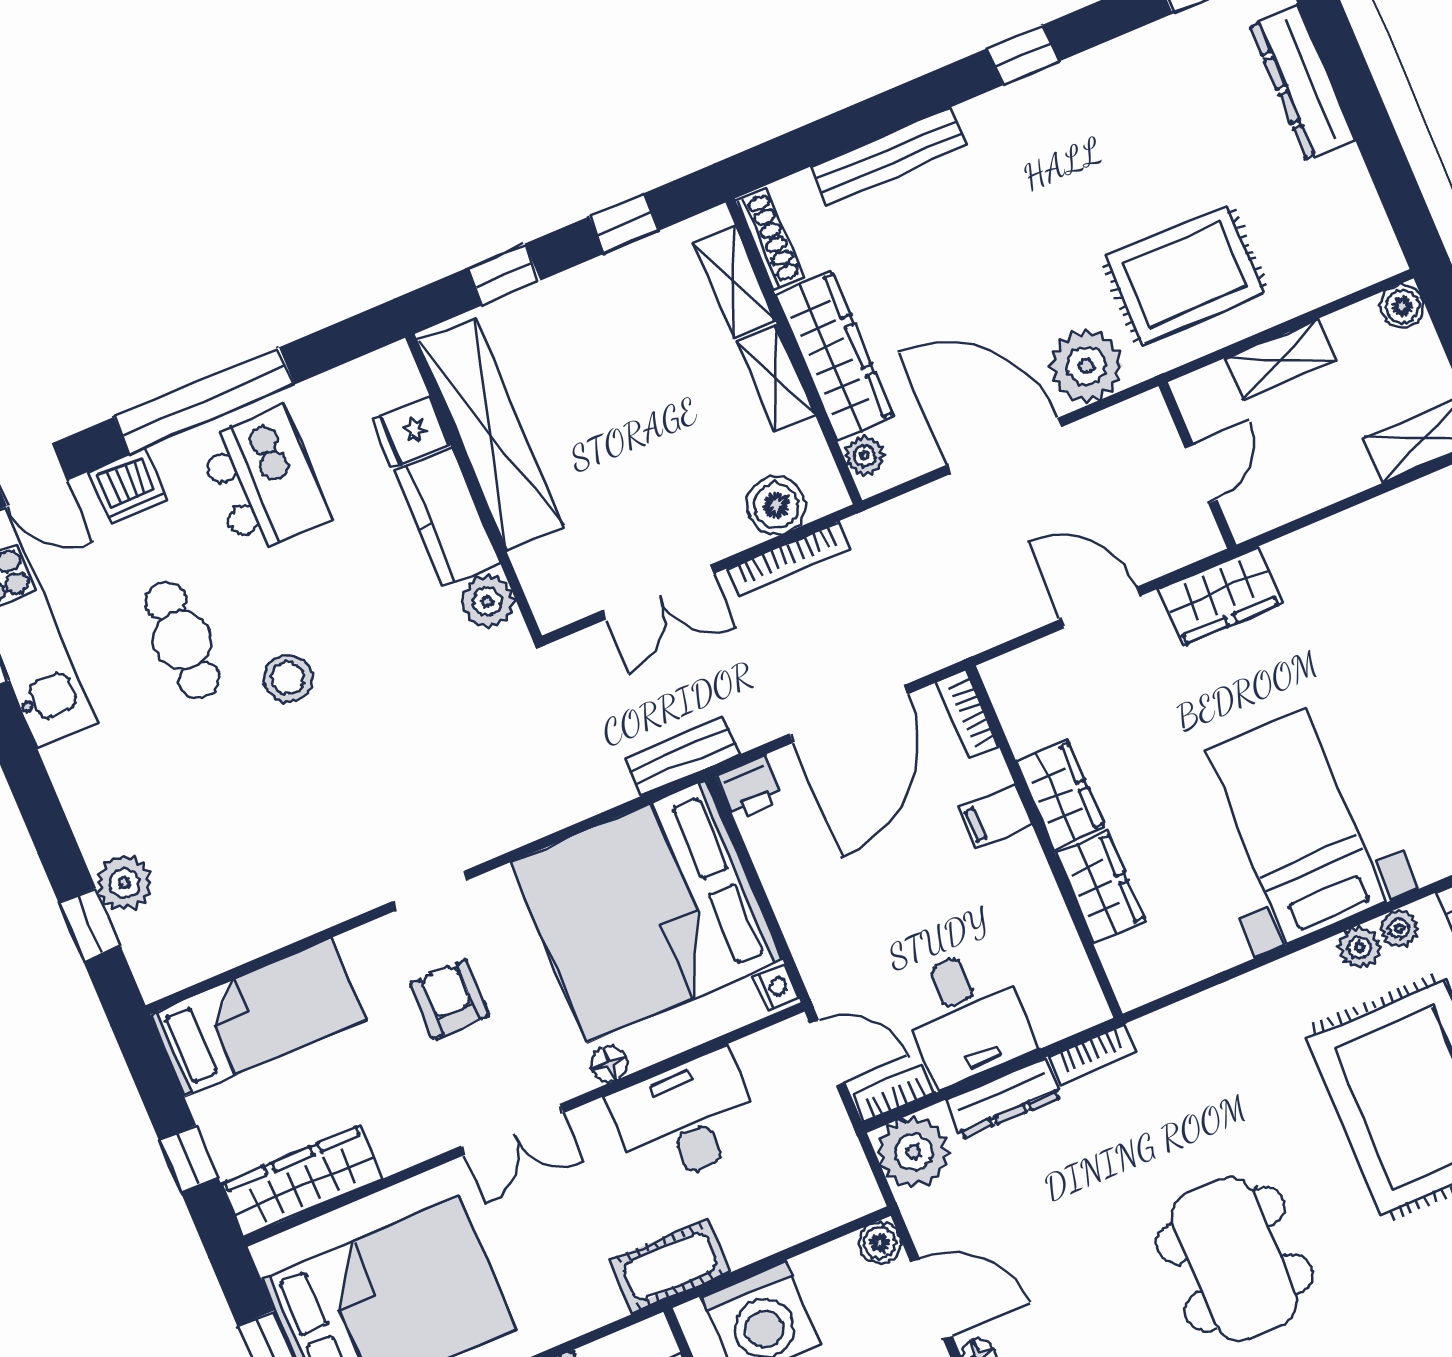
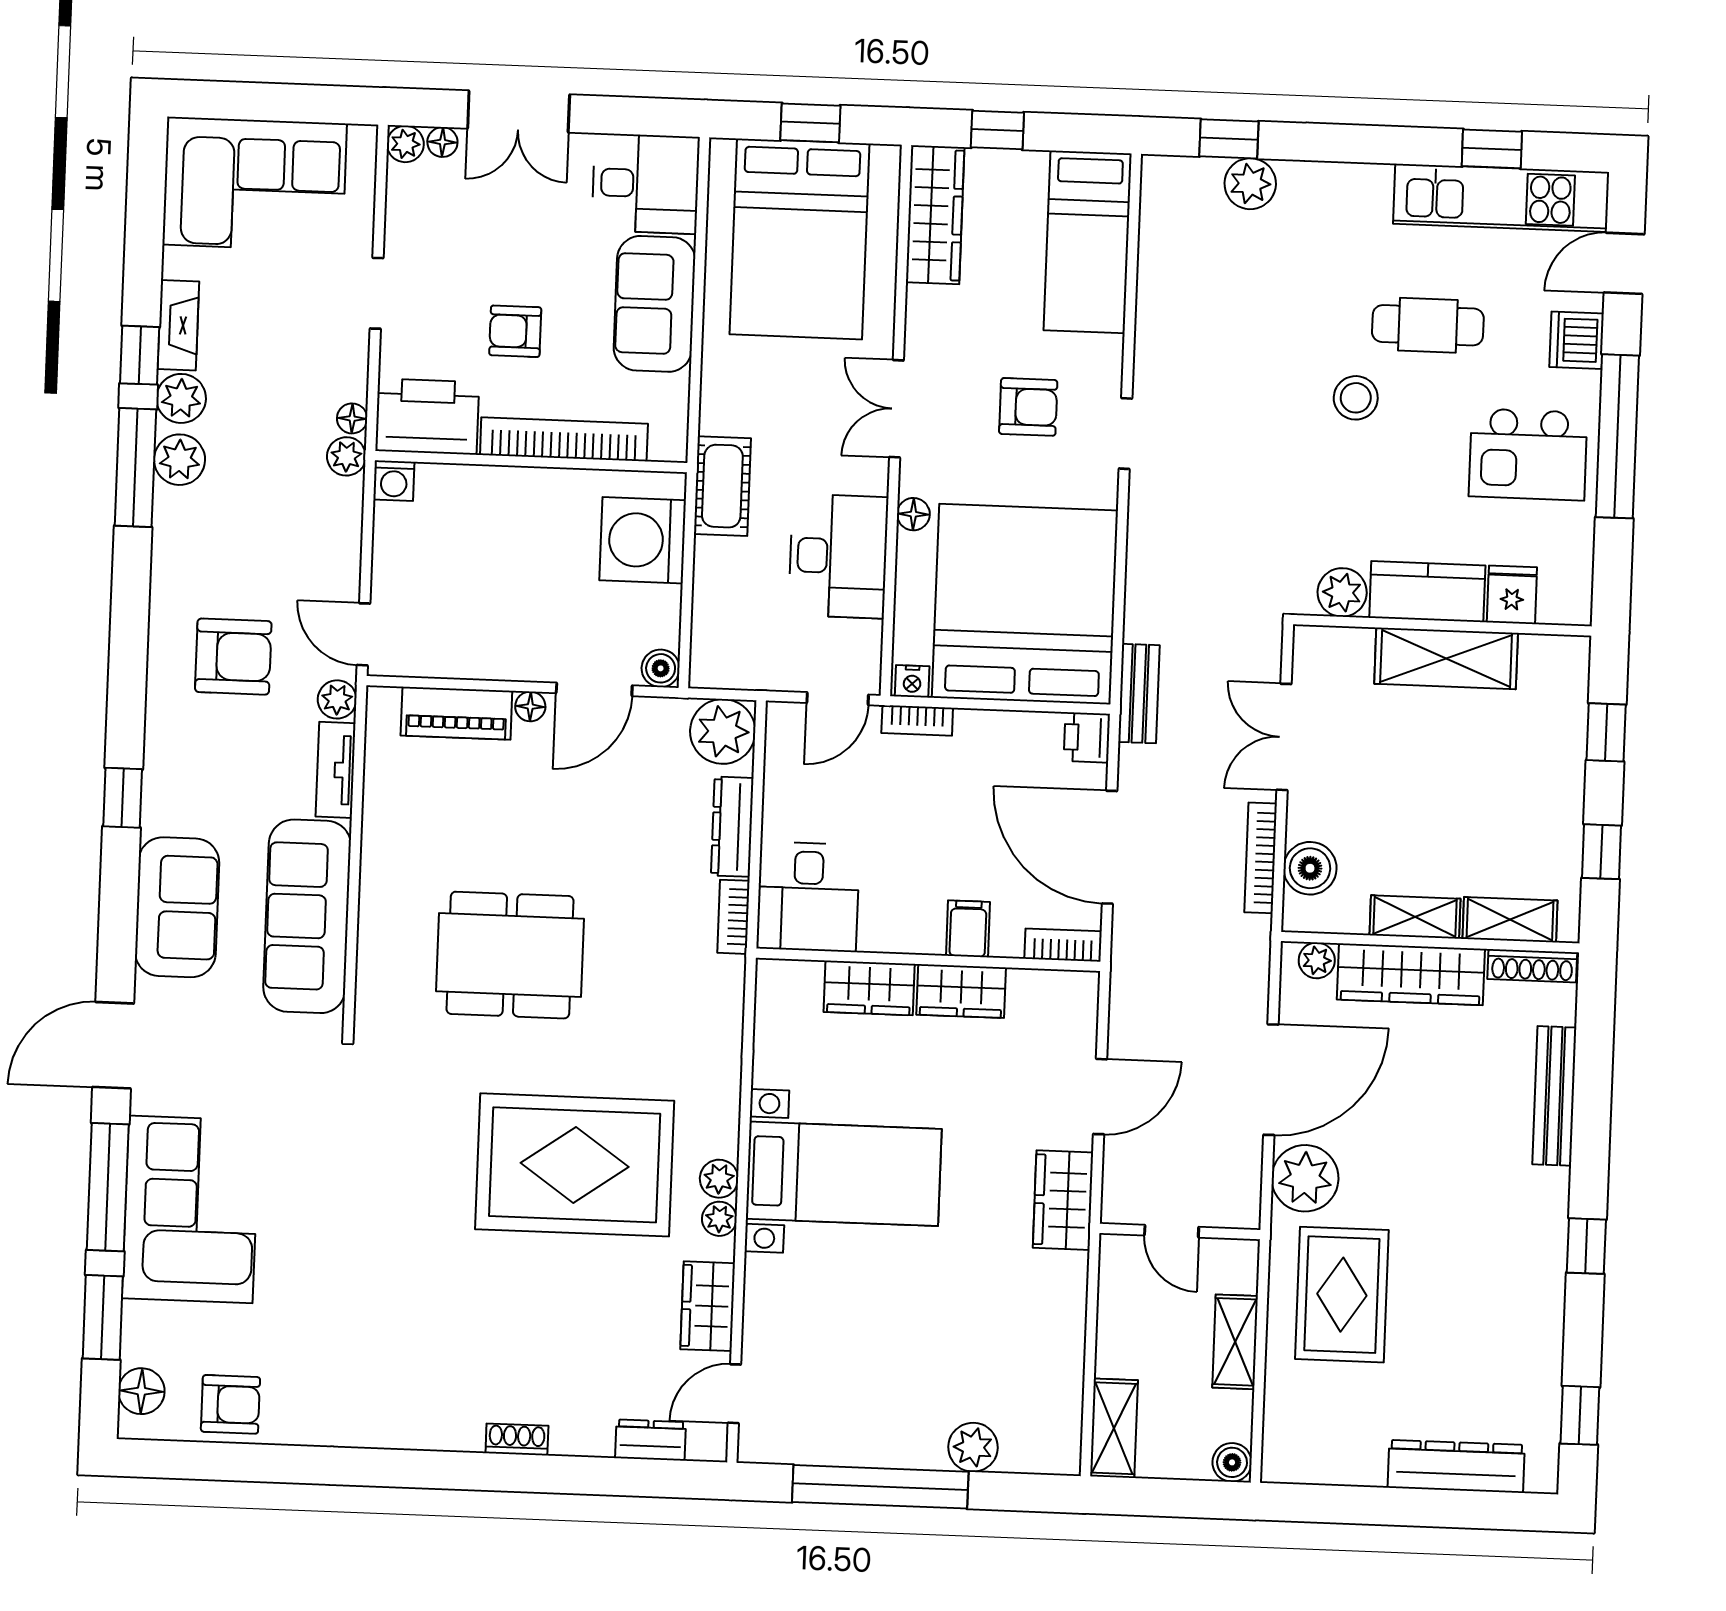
shelving: (490, 434) -> (1446, 658), width x0.68
desk: (966, 1016) -> (808, 897), moved, turned -90
bookcase: (893, 1094) -> (917, 720), moved, turned 90

